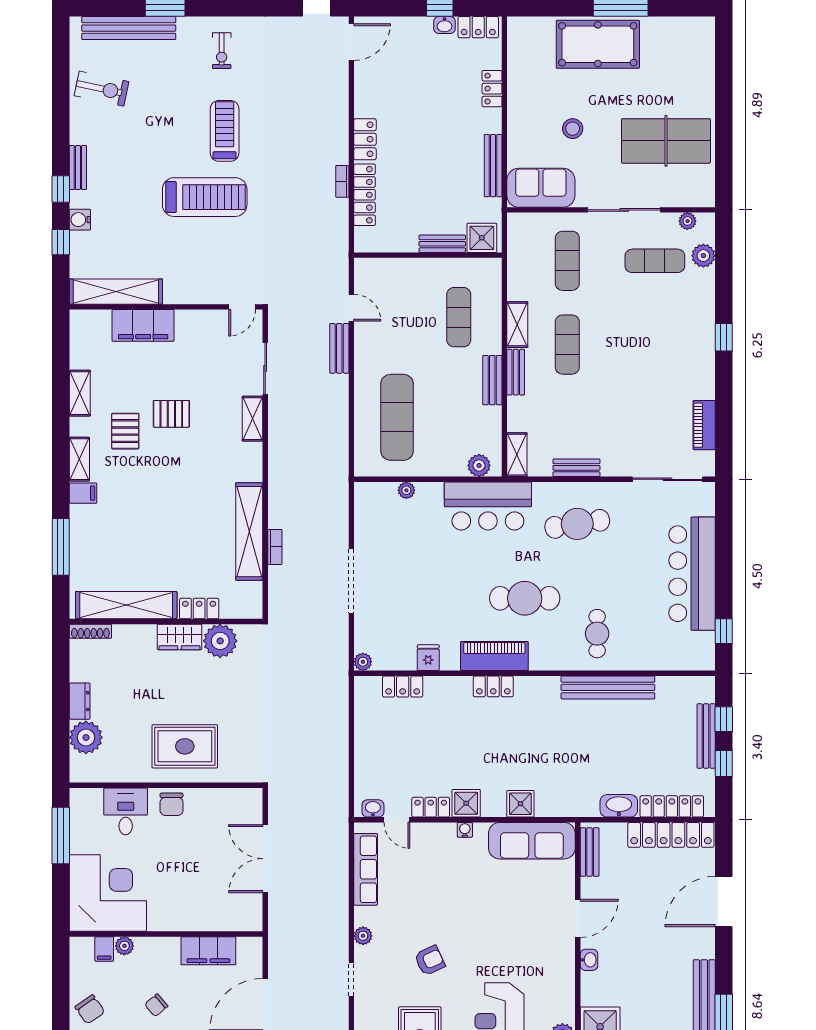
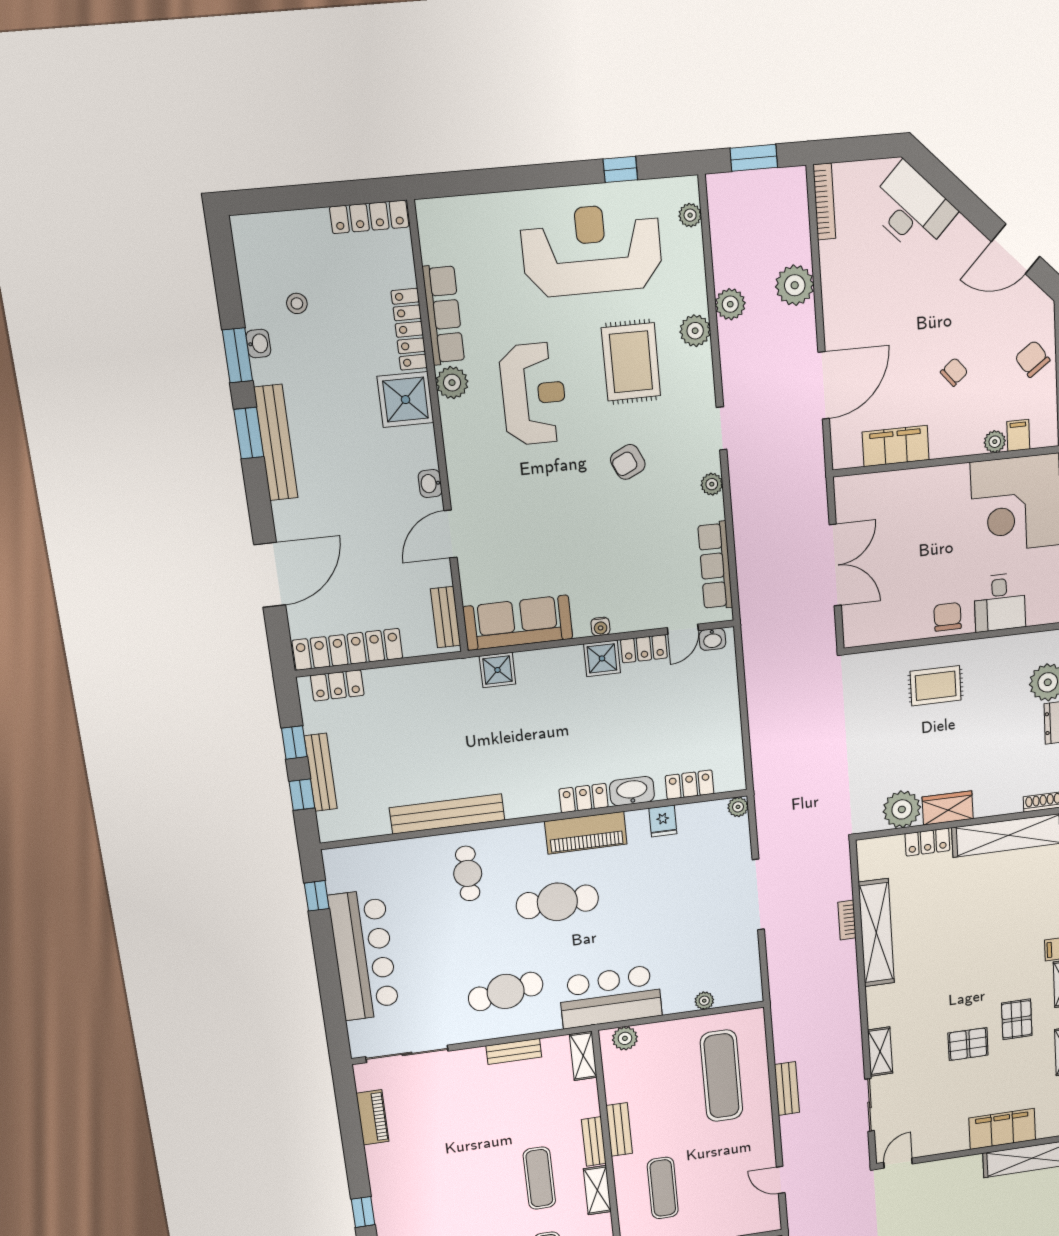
bench: (339, 348) -> (787, 1089), moved
rug: (185, 746) -> (936, 686), width x0.73, depth x0.70
shower: (520, 804) -> (497, 670), moved
washbasin: (619, 806) -> (632, 791), moved, turned 180
locker: (672, 806) -> (337, 685), width x0.66
door: (397, 820) -> (683, 629), swing flipped

